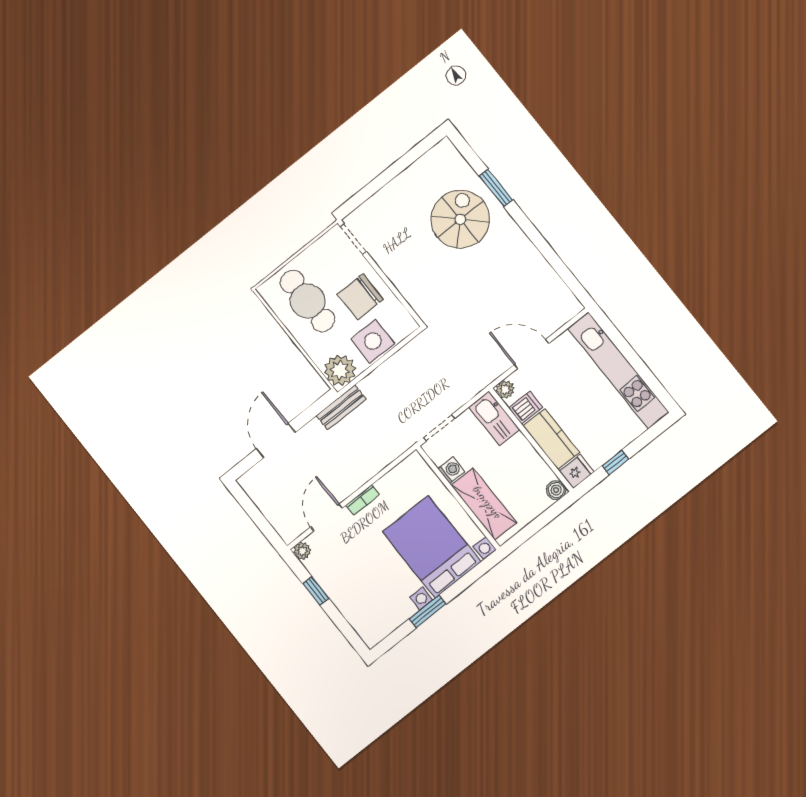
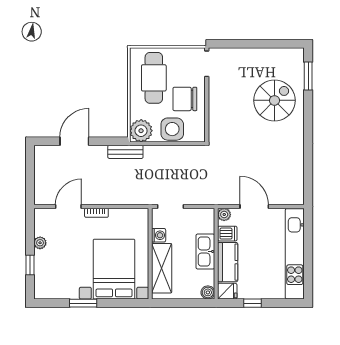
window: (496, 188) -> (308, 76), moved
kitchen sink: (494, 418) -> (205, 251), moved
plant: (302, 551) -> (40, 243), moved
window: (316, 591) -> (30, 265), moved

